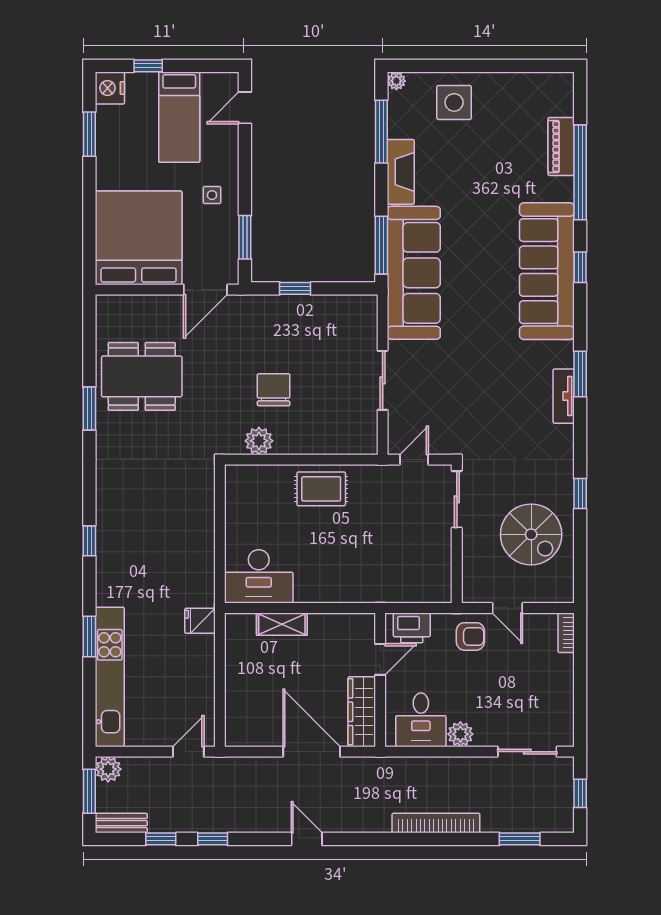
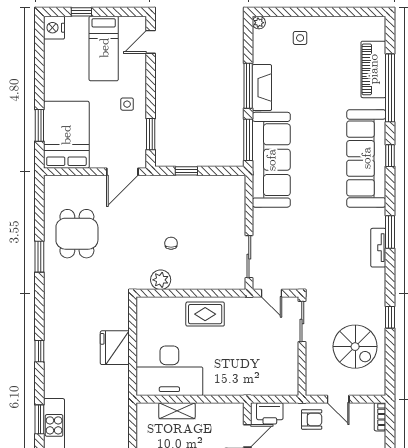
side table: (454, 102) -> (300, 38), width x0.54, depth x0.54
window: (381, 132) -> (248, 86), moved
window: (89, 134) -> (39, 125), moved
piano: (561, 146) -> (373, 69), width x1.37, depth x1.33
bed: (139, 238) -> (66, 135), width x0.73
dining table: (142, 376) -> (77, 234), width x0.73
sliding door: (383, 380) -> (249, 257), moved
chair: (274, 390) -> (171, 243), width x0.54, depth x0.54
door: (414, 460) -> (271, 293), swing flipped
desk: (259, 576) -> (169, 371), width x1.36, depth x1.30
fridge: (200, 621) -> (115, 348), moved, width x1.88, depth x1.34

